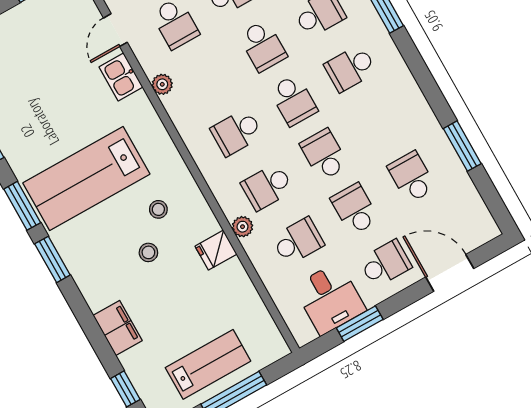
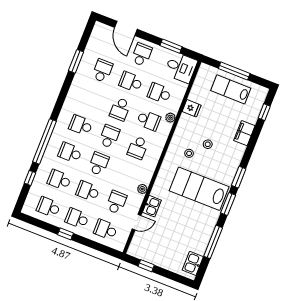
school desk: (350, 68) -> (81, 125), turned 180
school desk: (237, 132) -> (138, 148), turned 90
school desk: (412, 177) -> (102, 71), turned 180
lab bench: (86, 178) -> (199, 189), turned 180
school desk: (355, 209) -> (131, 82), turned 90
fridge: (216, 250) -> (192, 108), moved
school desk: (385, 264) -> (142, 55), turned 90
desk: (330, 298) -> (181, 67), moved, turned 90

